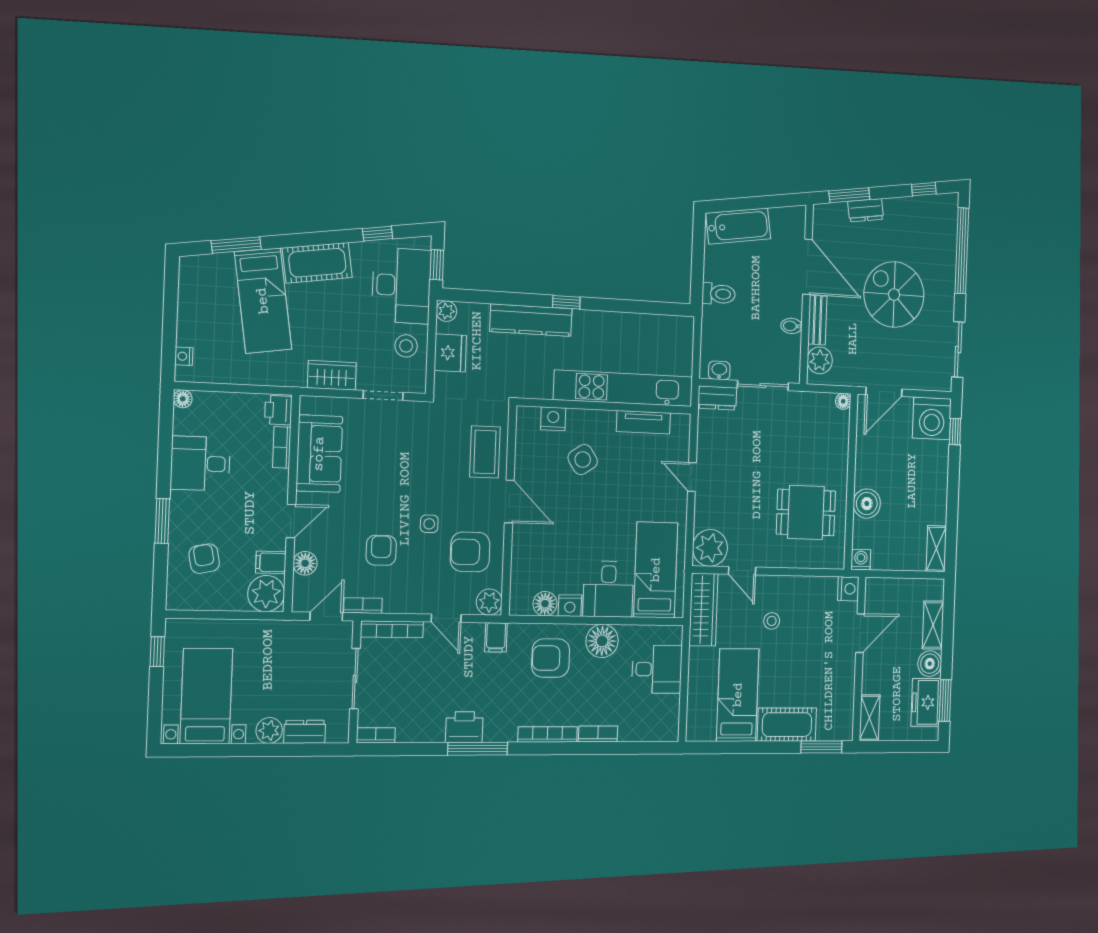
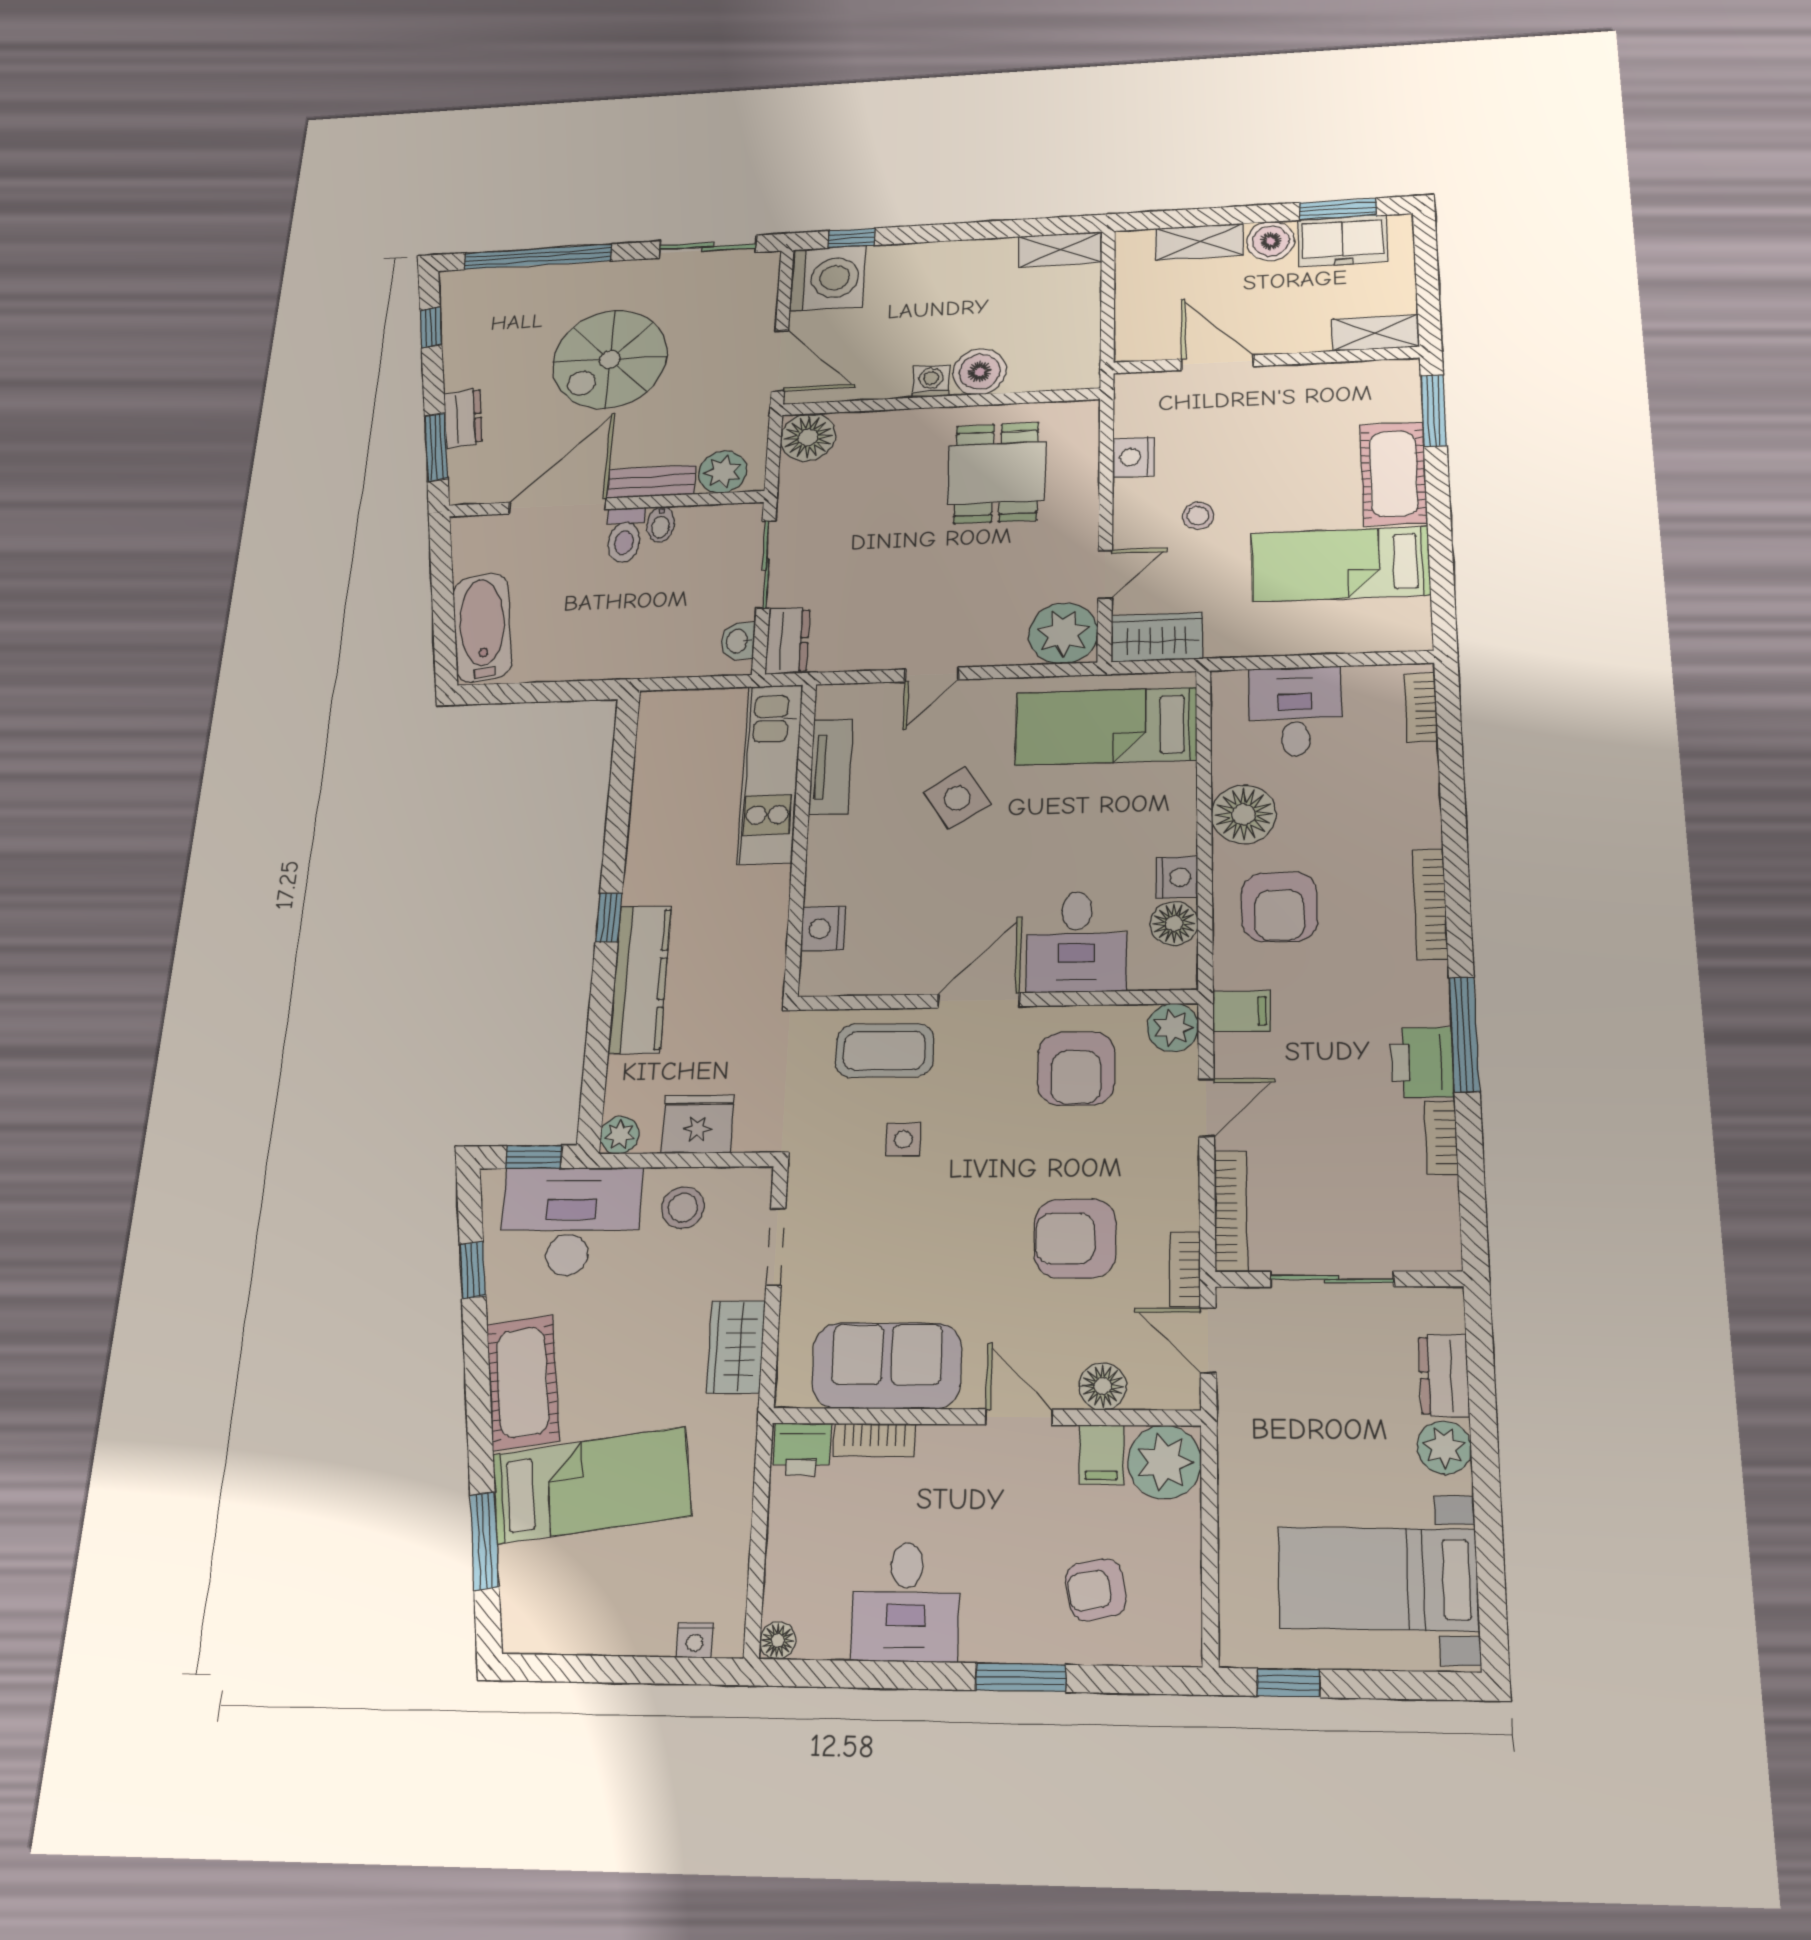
toilet: (719, 294) -> (624, 535), moved, turned 180
kitchen unit: (623, 388) -> (770, 774), width x0.73
floor lamp: (843, 401) -> (808, 437), width x1.89, depth x1.89
side table: (583, 460) -> (957, 798), moved
side table: (429, 524) -> (903, 1139), moved
armchair: (381, 550) -> (1075, 1238), width x1.38, depth x1.38
washing machine: (861, 560) -> (931, 381), moved, turned 90
desk: (608, 589) -> (1077, 942), moved, turned 90
nightstand: (848, 589) -> (1134, 457), moved, turned -90
wardrobe: (703, 610) -> (1157, 637), width x0.67
bookcase: (598, 734) -> (1421, 707), moved
bookcase: (376, 735) -> (1441, 1137), moved

